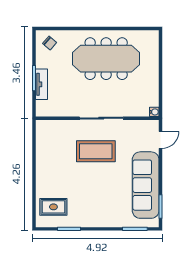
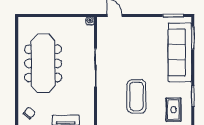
coffee table: (96, 151) -> (136, 96), moved
sofa: (146, 185) -> (180, 52), moved, turned 90

